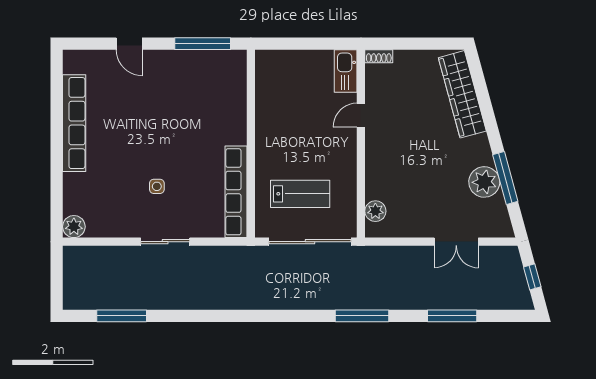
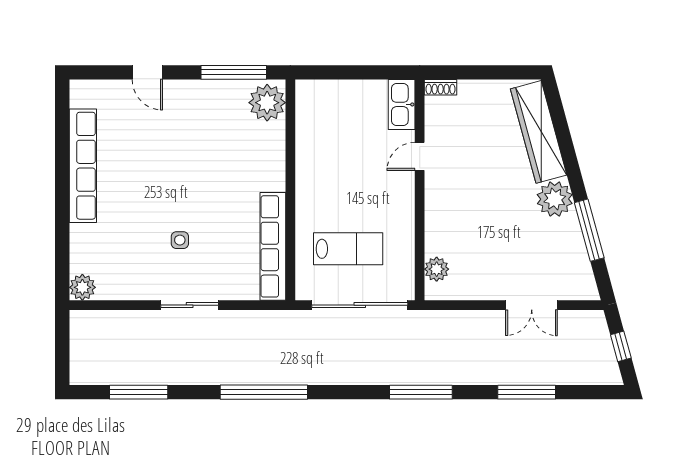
plant: (231, 69) -> (267, 103), added
plant: (484, 182) -> (555, 199), moved
window: (228, 316) -> (264, 392), added

